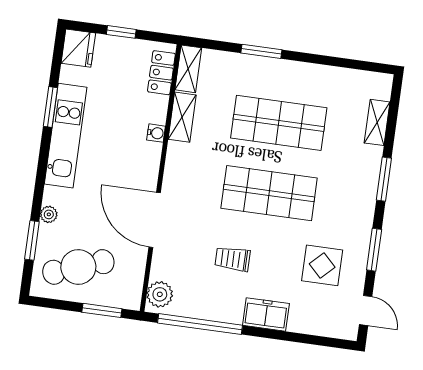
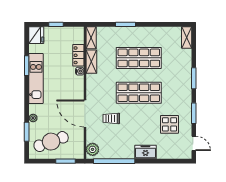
locker: (161, 73) -> (78, 55), moved
shelving: (377, 122) -> (187, 37), moved
trolley: (233, 259) -> (111, 118), moved

